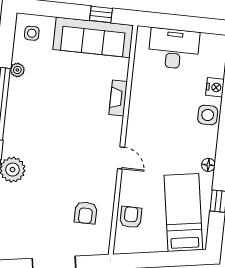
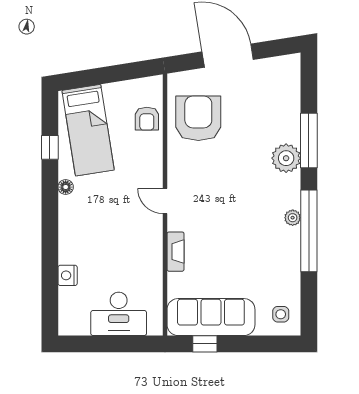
plant: (17, 70) -> (293, 218), moved
side table: (208, 115) -> (72, 243), removed
door: (121, 158) -> (165, 201), moved
armchair: (86, 213) -> (198, 118), width x1.88, depth x1.88

